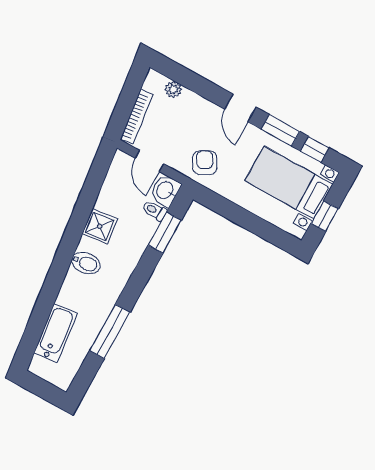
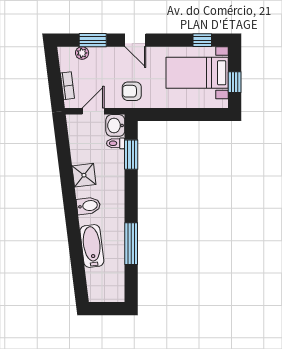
bookcase: (137, 117) -> (67, 86), width x0.64
window: (280, 130) -> (93, 40), moved
door: (149, 161) -> (93, 111), swing flipped
armchair: (205, 163) -> (132, 91), turned -61
bathtub: (55, 333) -> (92, 246), moved

